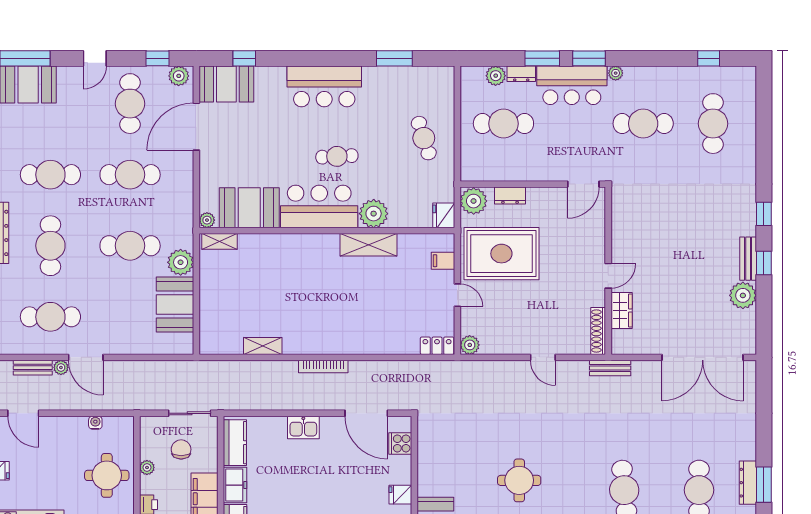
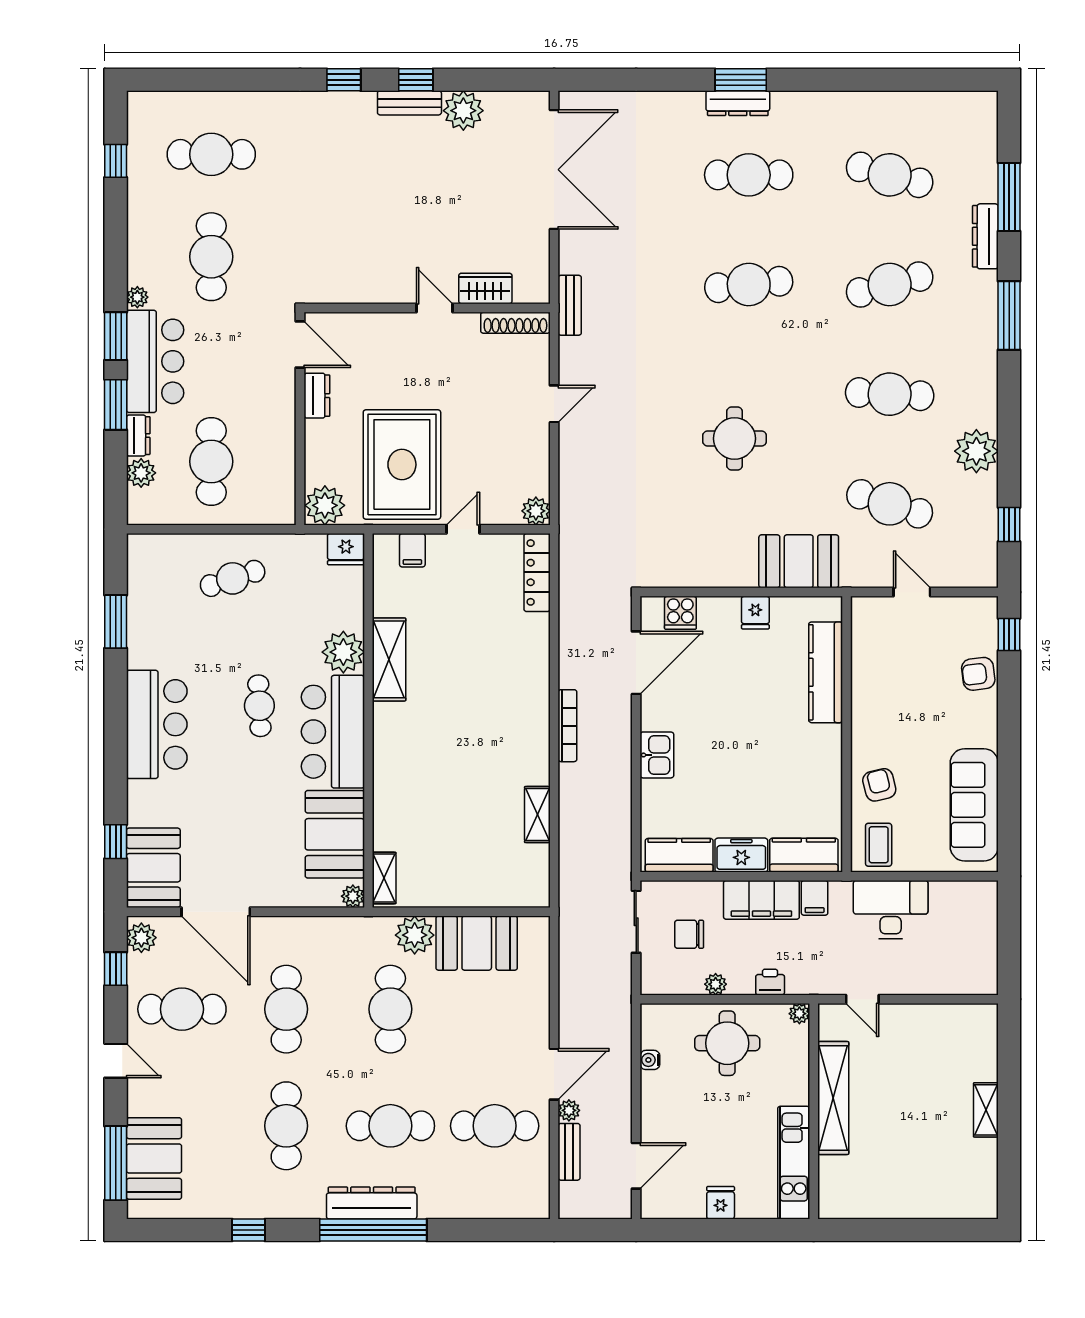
dresser: (510, 196) -> (317, 396), moved
cafe table: (50, 317) -> (495, 1126), turned 90
locker: (437, 346) -> (537, 572), width x1.53

